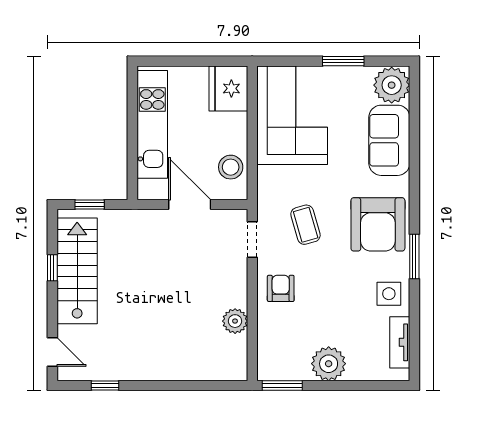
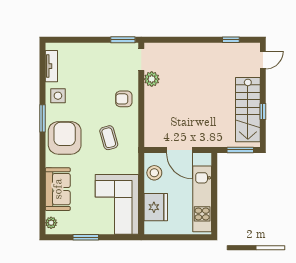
plant: (392, 85) -> (51, 223), width x0.53, depth x0.53
fridge: (228, 88) -> (156, 207), moved
window: (90, 205) -> (240, 150), width x1.50
doorway: (252, 239) -> (141, 59), moved
armchair: (281, 288) -> (124, 99), turned 90
door: (52, 352) -> (263, 60), swing flipped
plant: (329, 364) -> (95, 53), removed

